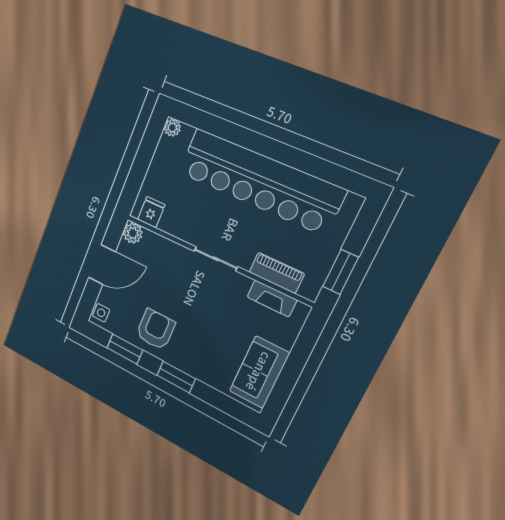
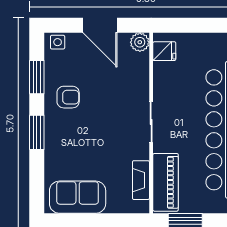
piano: (277, 273) -> (166, 182), width x1.37, depth x1.33
armchair: (156, 329) -> (68, 97), width x0.72, depth x0.72

